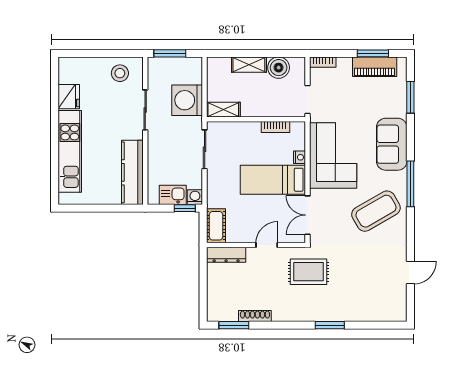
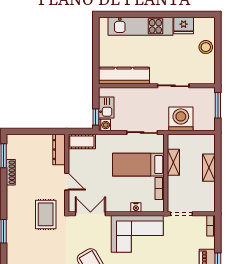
boiler: (279, 68) -> (207, 191), removed
stool: (120, 73) -> (206, 47), moved
shelving: (223, 110) -> (173, 162), moved
bed: (273, 180) -> (138, 165), moved, turned -90

